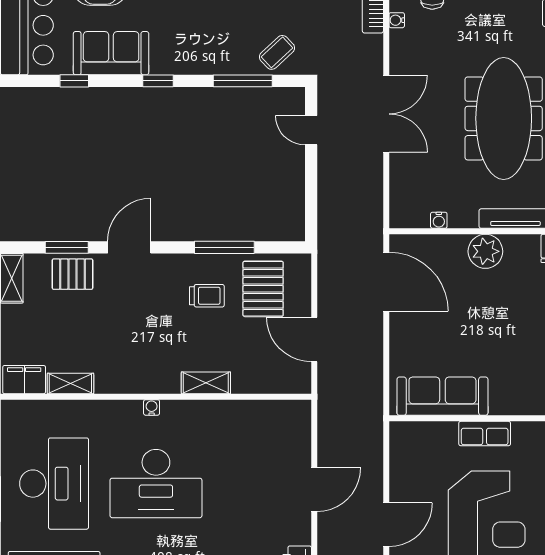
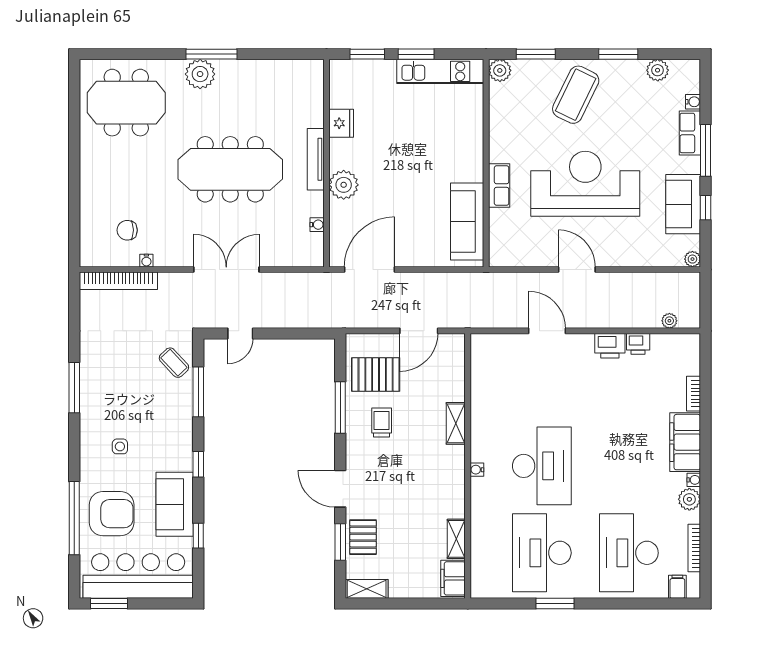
desk: (54, 484) -> (542, 553), turned -90

